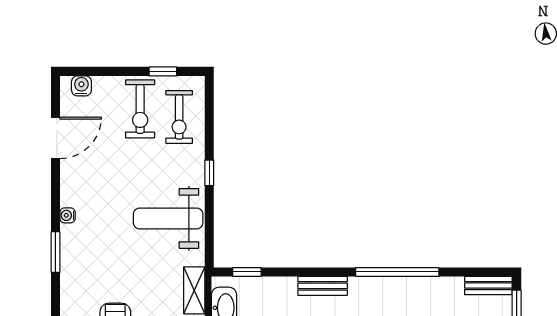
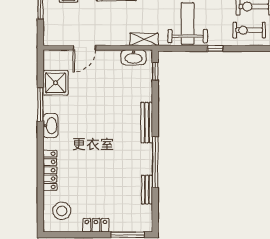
bench: (323, 286) -> (147, 123), width x1.36
bench: (488, 286) -> (147, 190), moved

